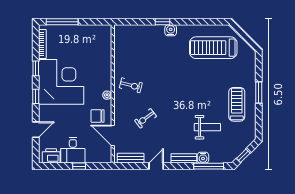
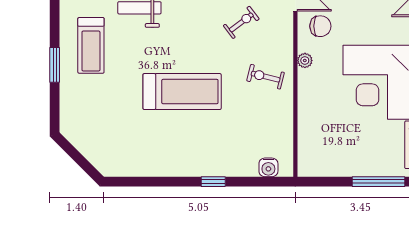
water cooler: (171, 30) -> (268, 167), moved
treadmill: (213, 48) -> (182, 92), moved

